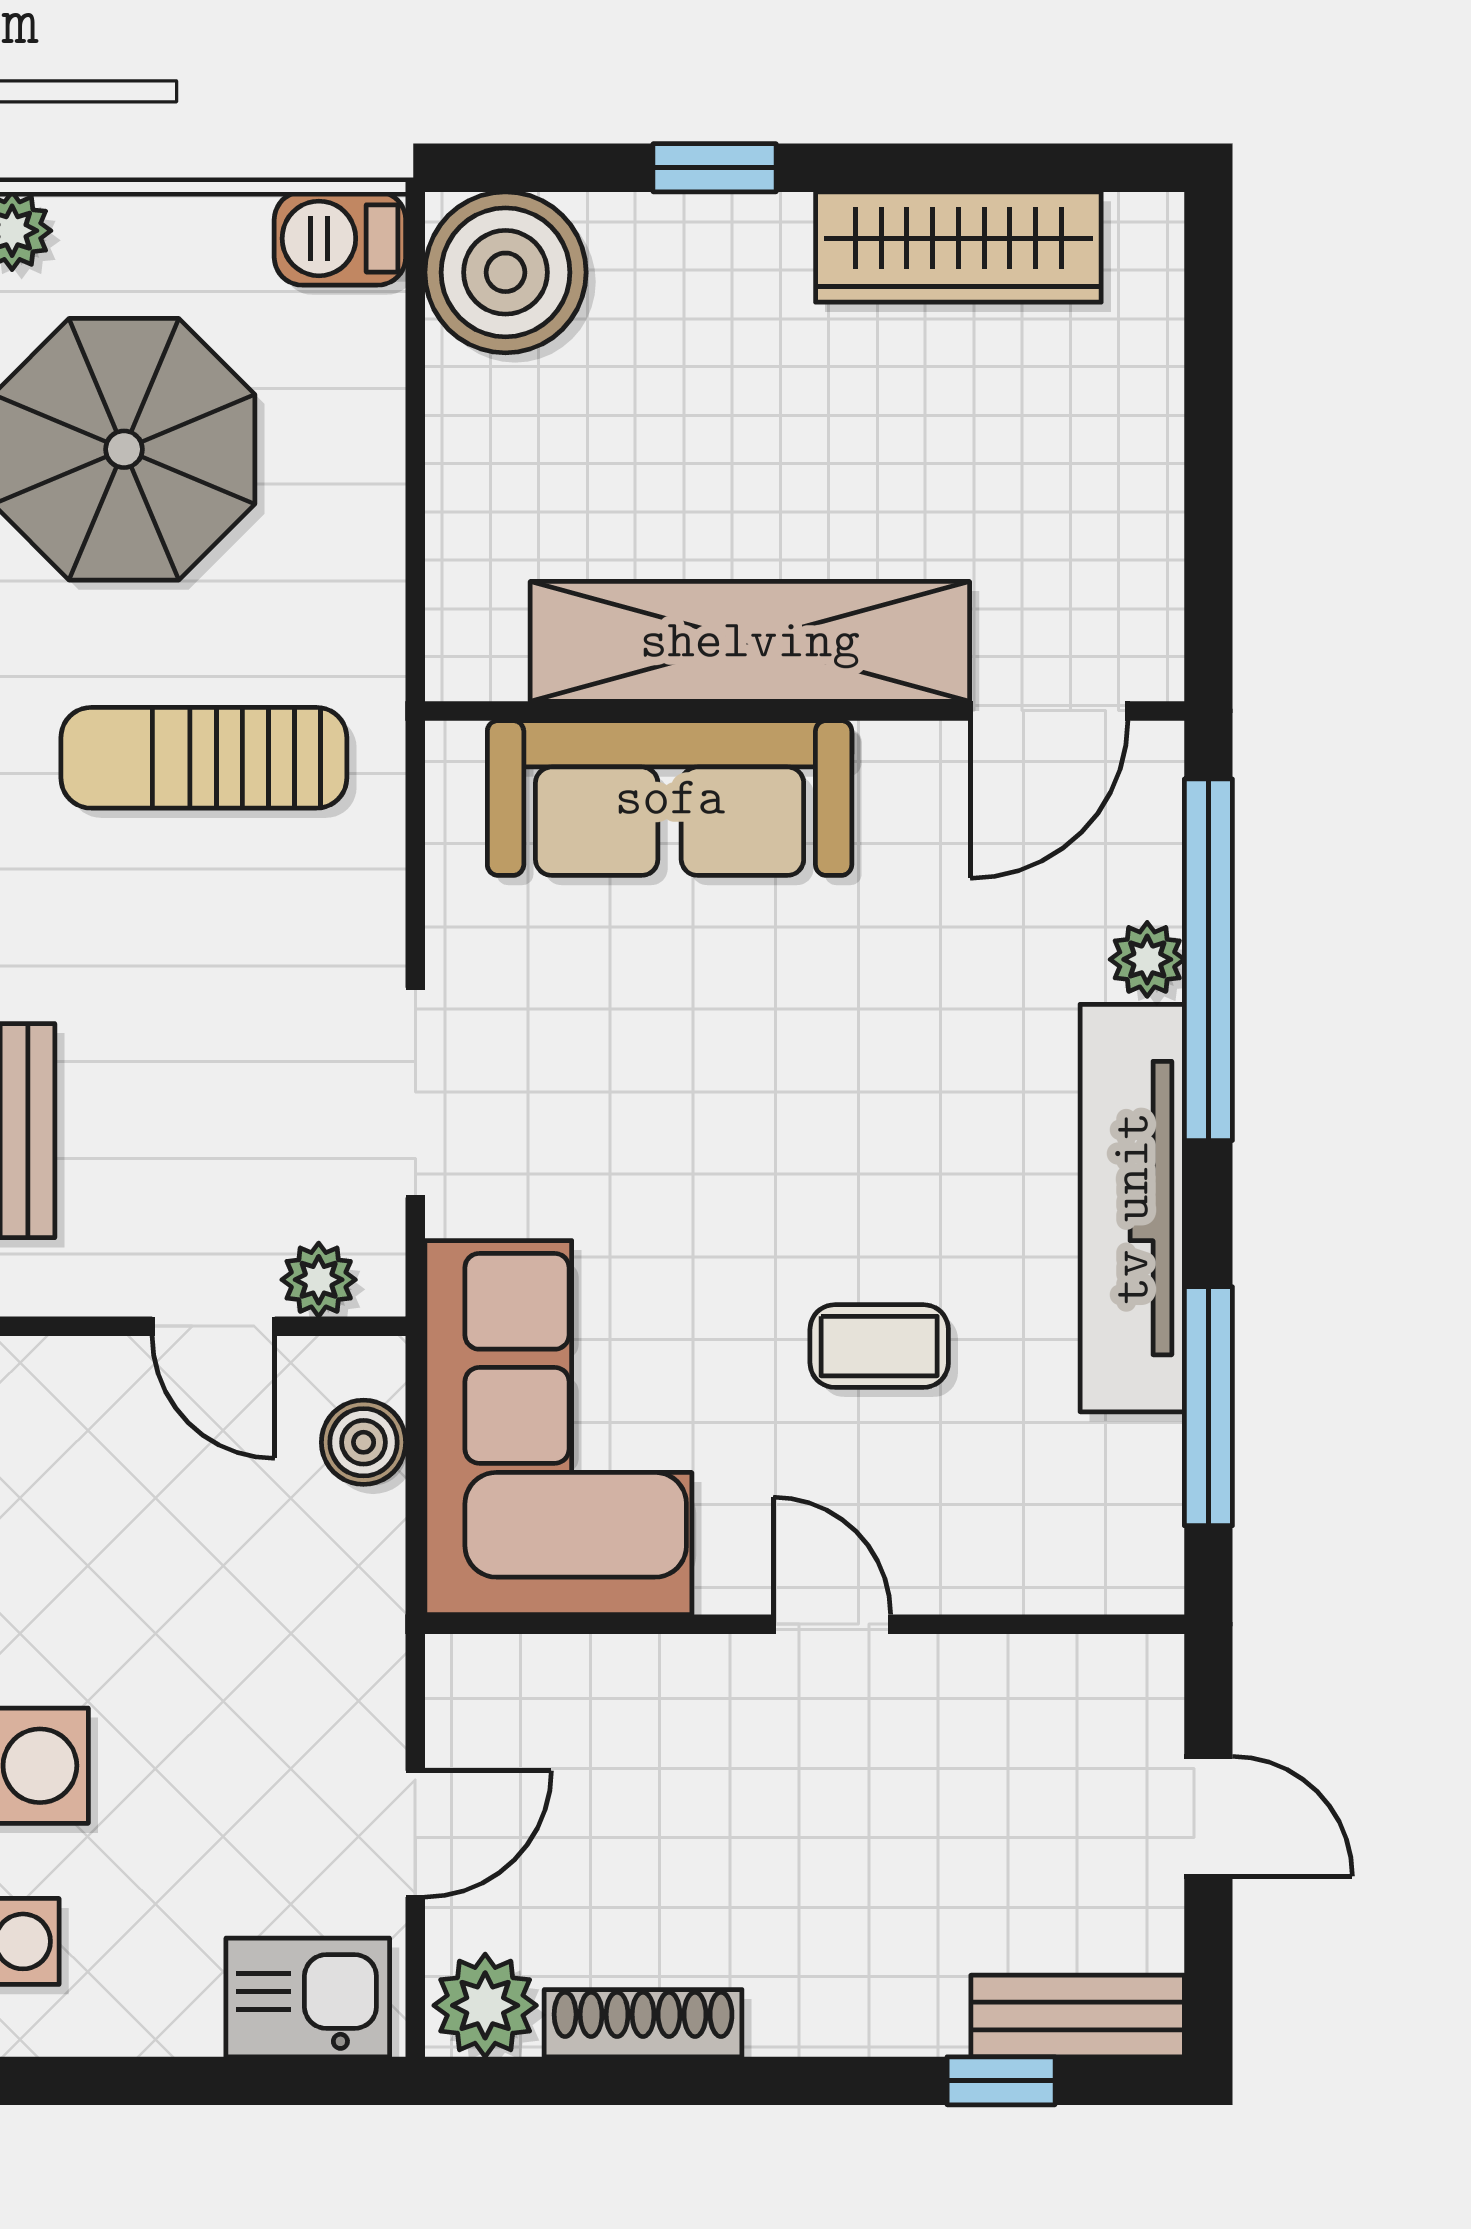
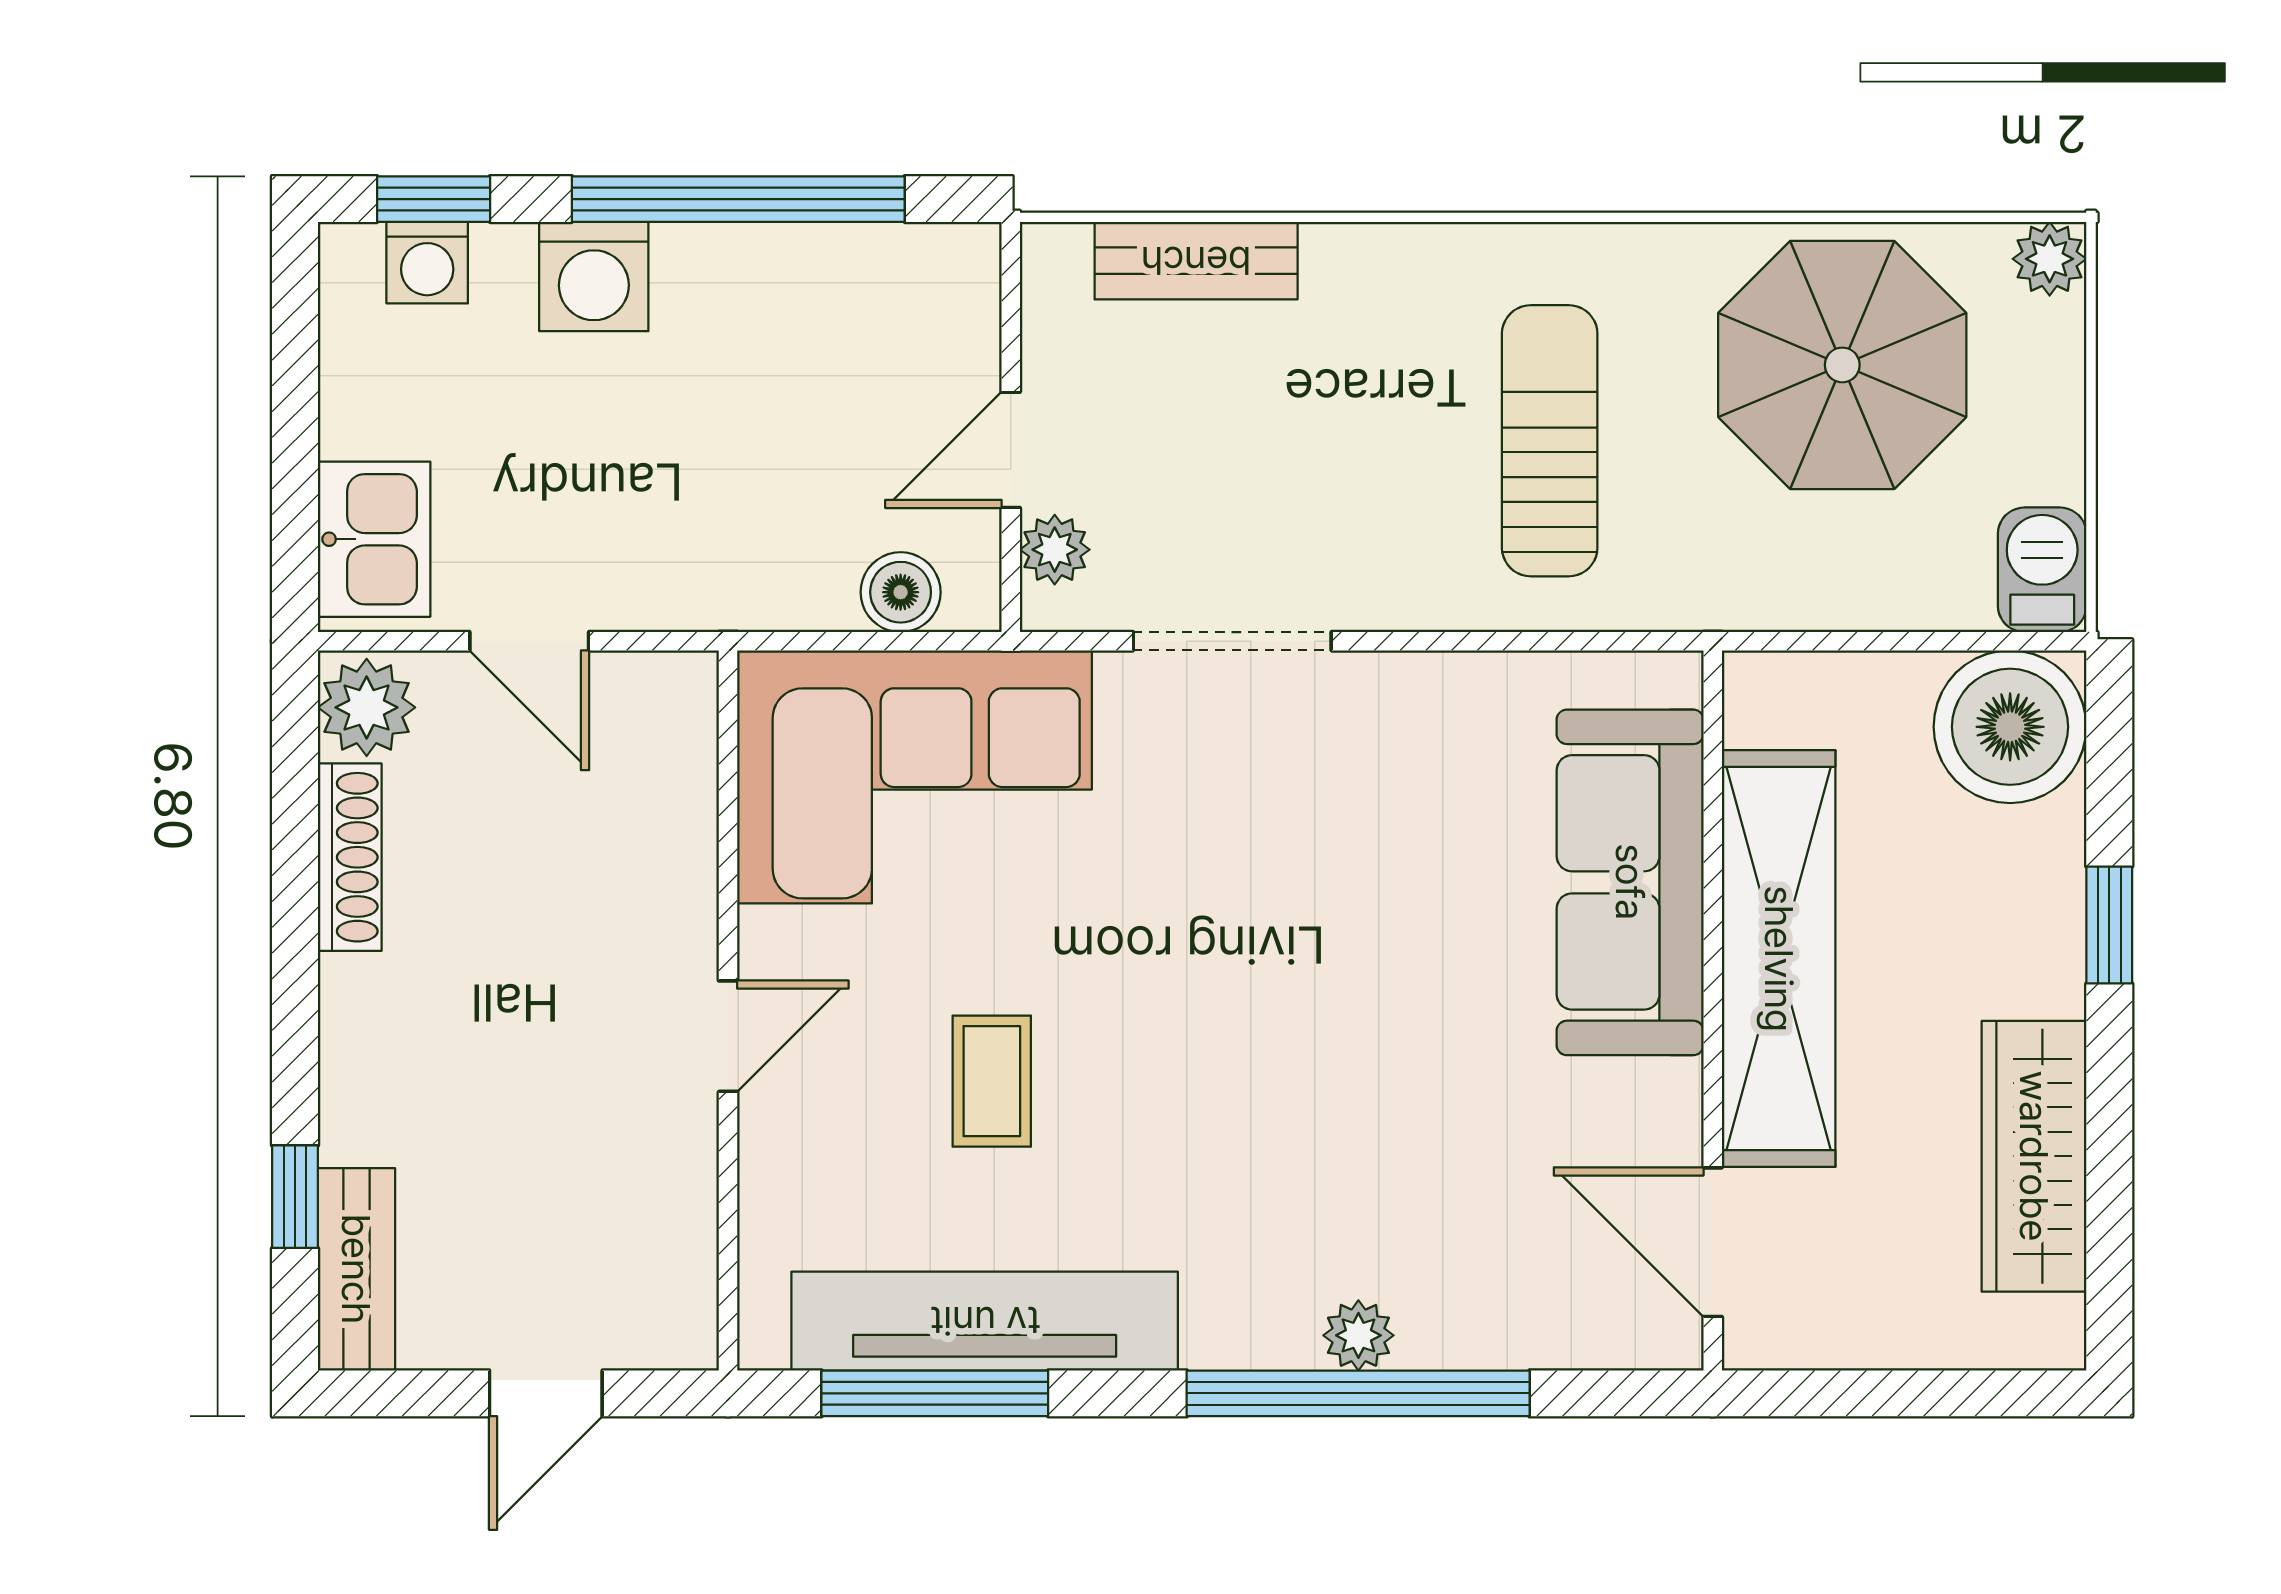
shelving: (750, 641) -> (1779, 959), moved
wall: (805, 711) -> (1713, 1010), moved
door: (1049, 711) -> (1713, 1242), moved
sofa: (670, 798) -> (1630, 882), moved
tv unit: (1132, 1208) -> (985, 1321), moved

